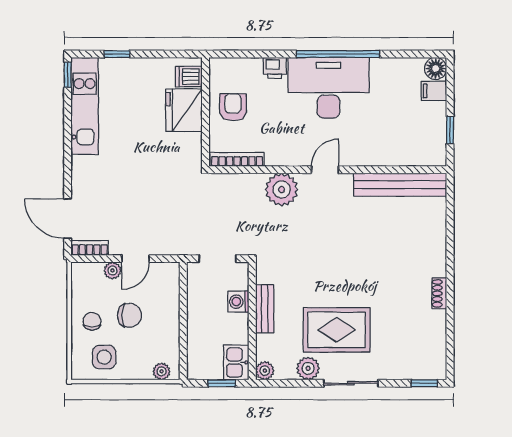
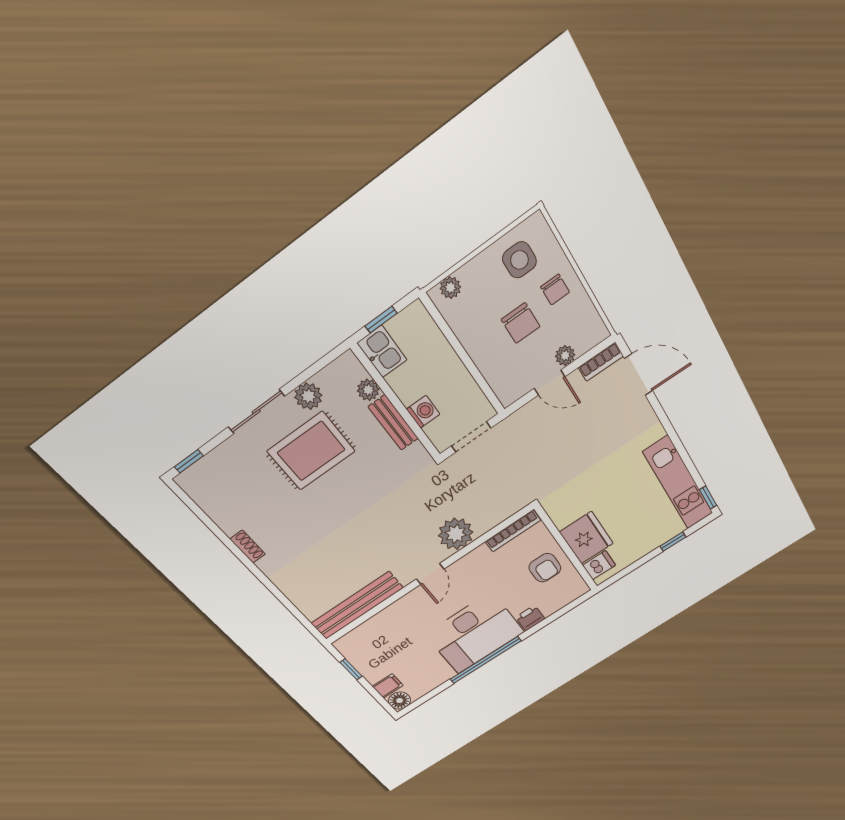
door: (135, 259) -> (550, 383), swing flipped
chair: (130, 315) -> (521, 323), turned -90
plant: (265, 371) -> (368, 390), moved

